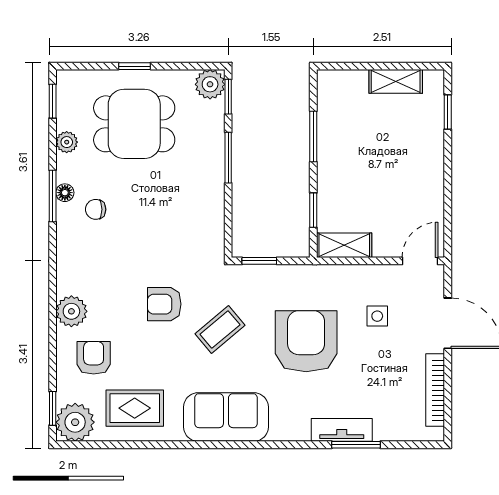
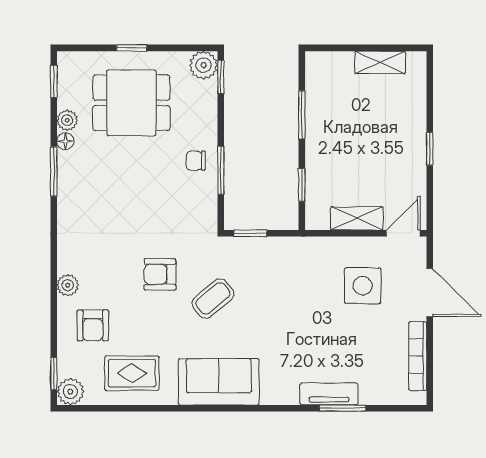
window: (448, 112) -> (430, 149), moved
window: (228, 158) -> (221, 170), moved
floor lamp: (65, 193) -> (65, 141), moved
chair: (96, 209) -> (196, 161), moved
shelving: (344, 245) -> (357, 218), moved
plant: (71, 311) -> (68, 285), width x0.73, depth x0.73
side table: (377, 316) -> (363, 286), width x1.87, depth x1.87
armchair: (306, 341) -> (295, 310), removed
armchair: (94, 358) -> (93, 325), turned 180
plant: (75, 422) -> (70, 392), width x0.73, depth x0.73

